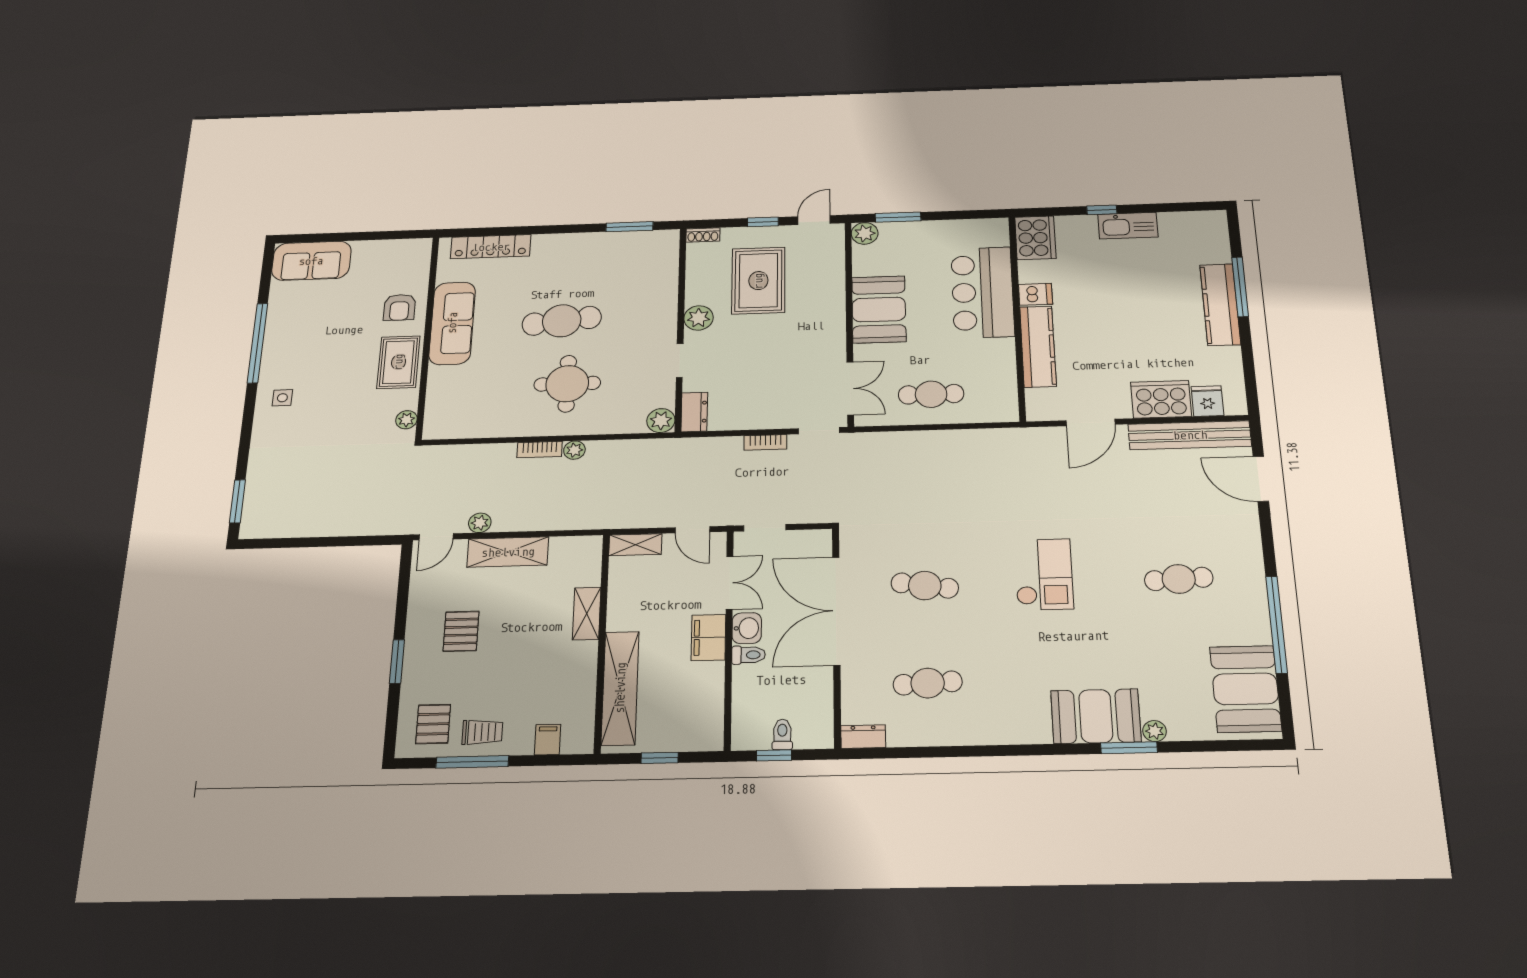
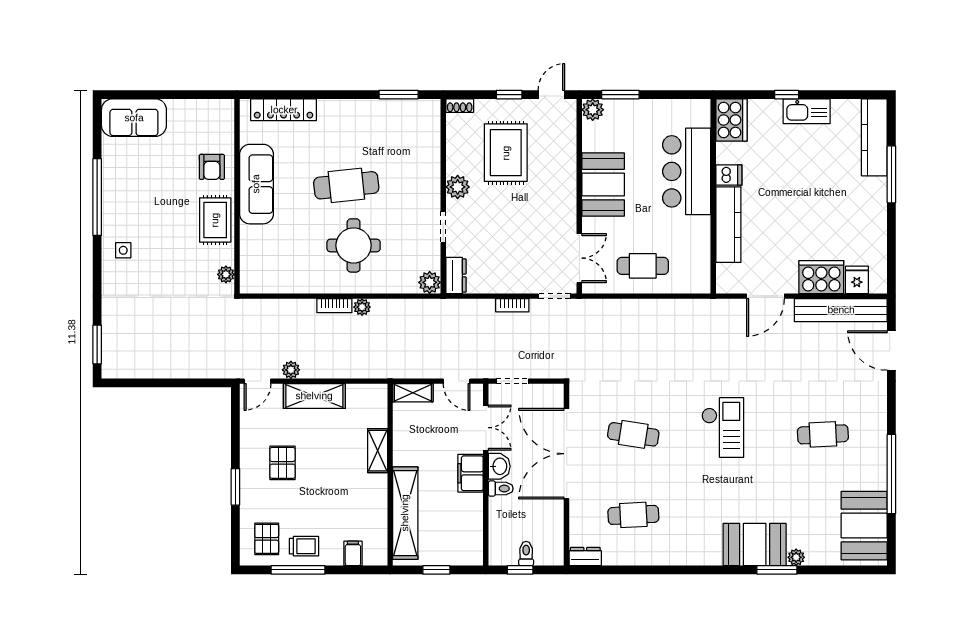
kitchen counter: (1220, 305) -> (874, 137), moved

